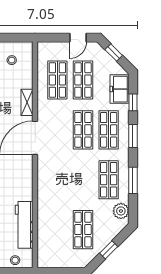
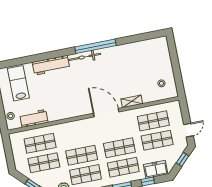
door: (78, 38) -> (188, 130), swing flipped
shop shelf: (83, 180) -> (82, 155), added
workbench: (24, 225) -> (34, 118), width x0.73
shop shelf: (57, 230) -> (40, 143), added

